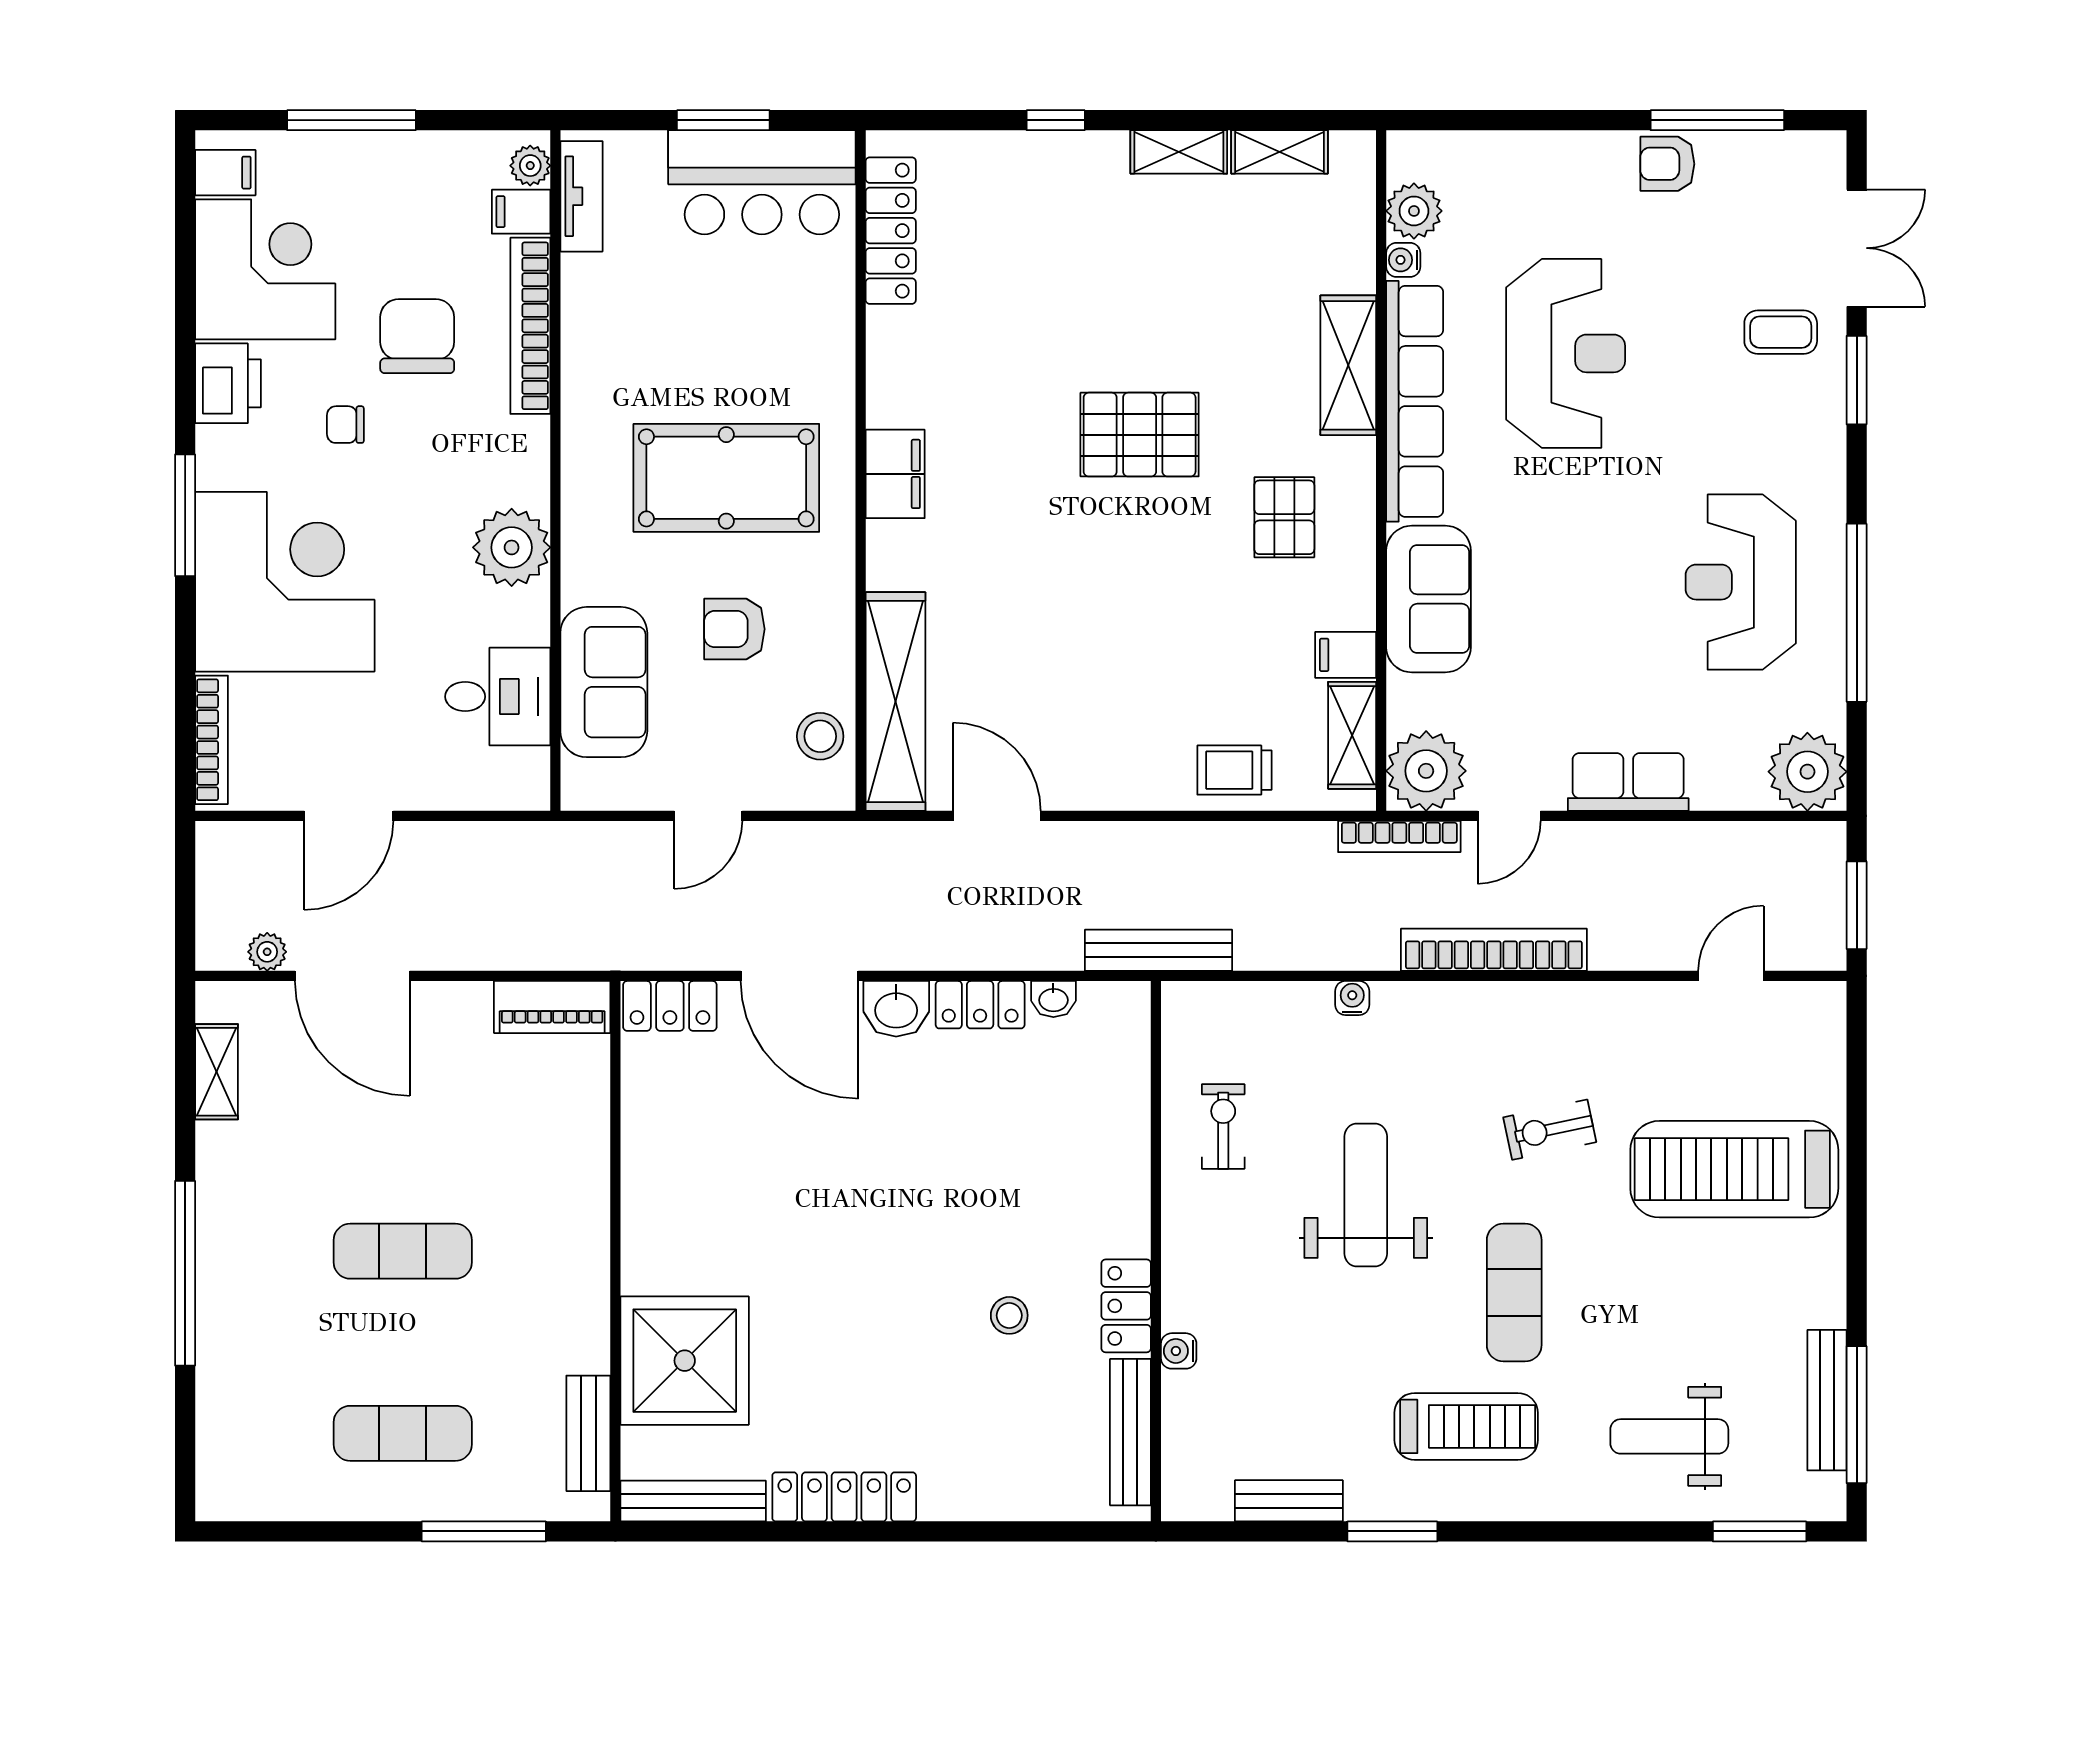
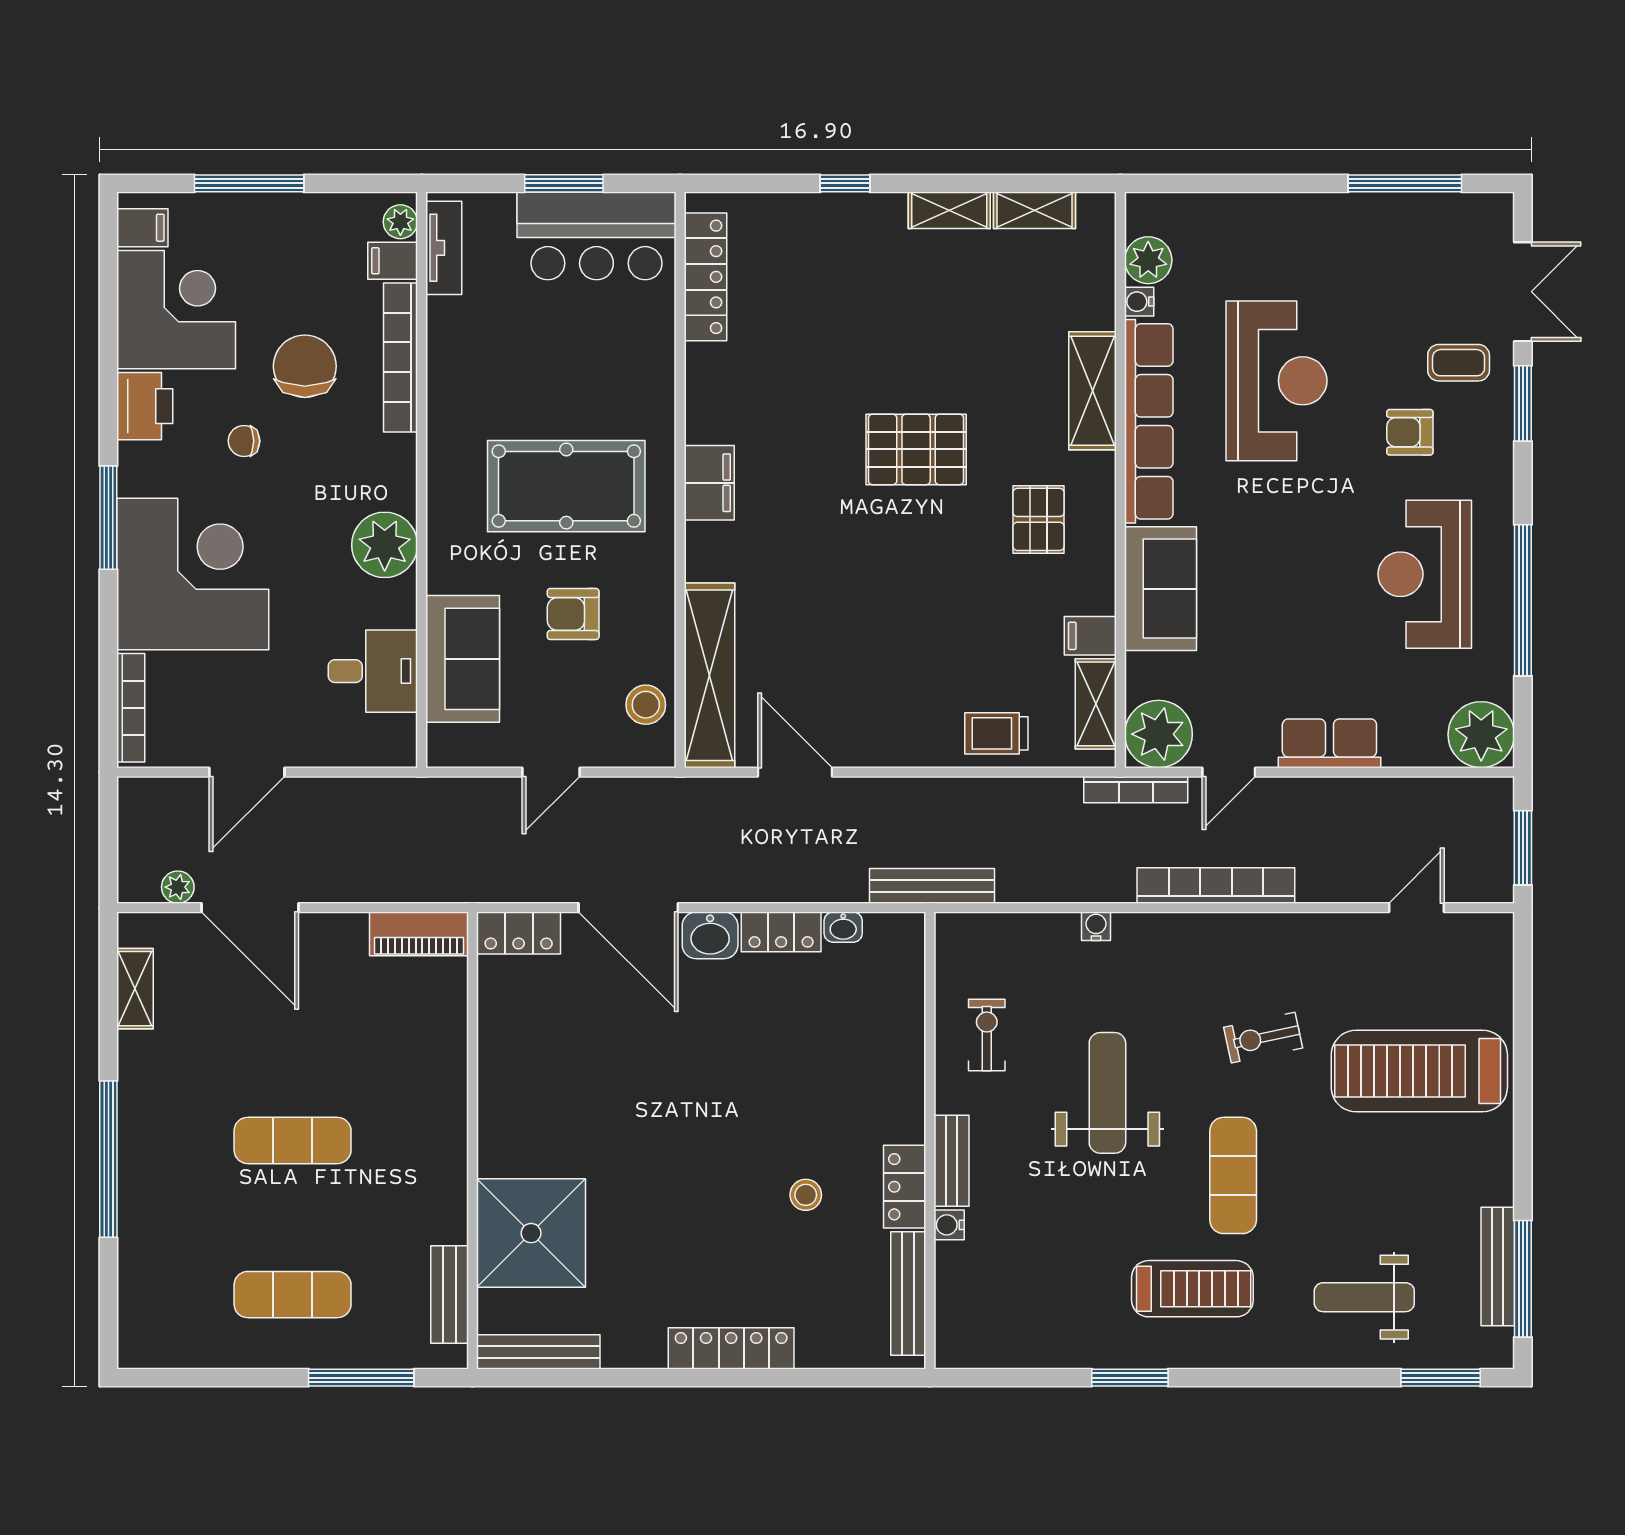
armchair: (1667, 164) -> (1410, 432), moved
locker: (844, 1497) -> (731, 1348), moved
bench: (1289, 1501) -> (952, 1161), moved, turned 90

